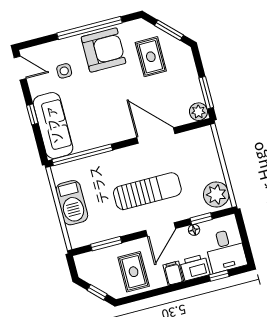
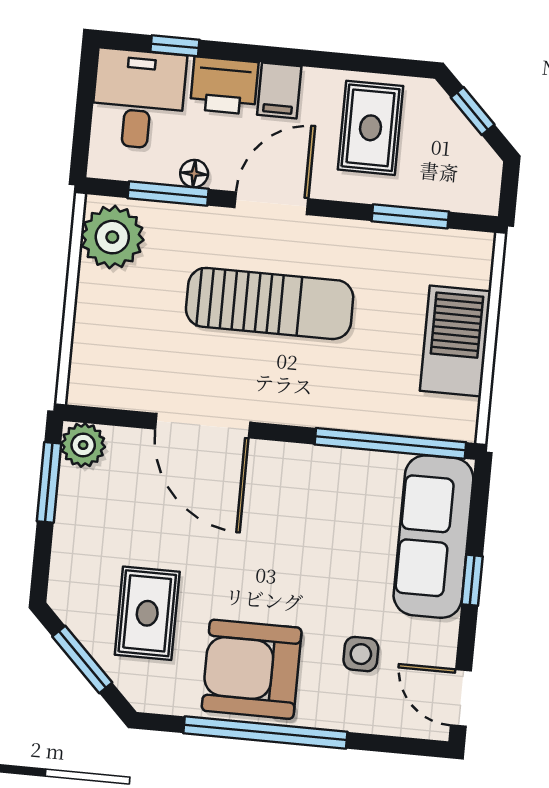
sun lounger: (147, 191) -> (270, 303), turned 180
window: (201, 219) -> (168, 193), width x1.50

